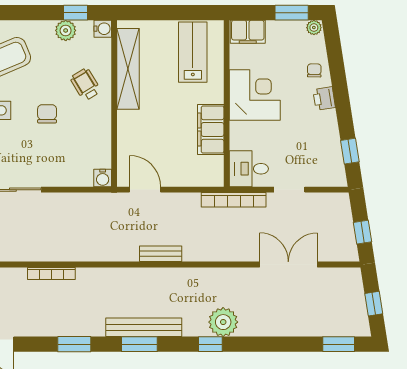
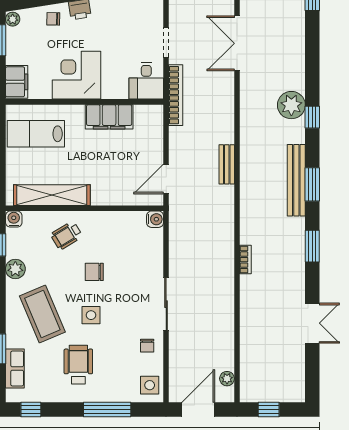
plant: (66, 30) -> (15, 269), moved
bookcase: (51, 273) -> (245, 260), width x0.64

